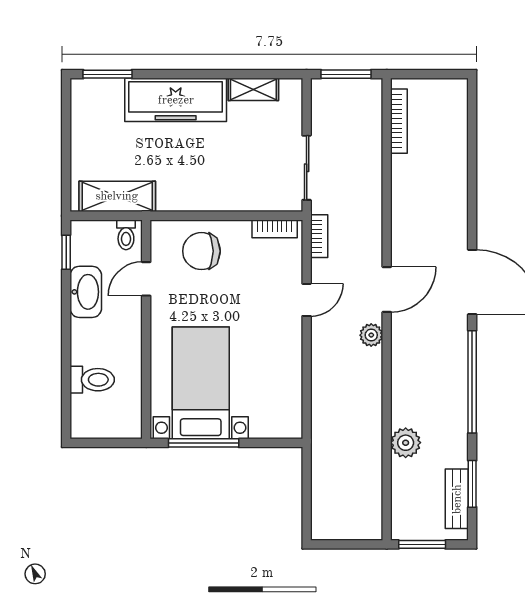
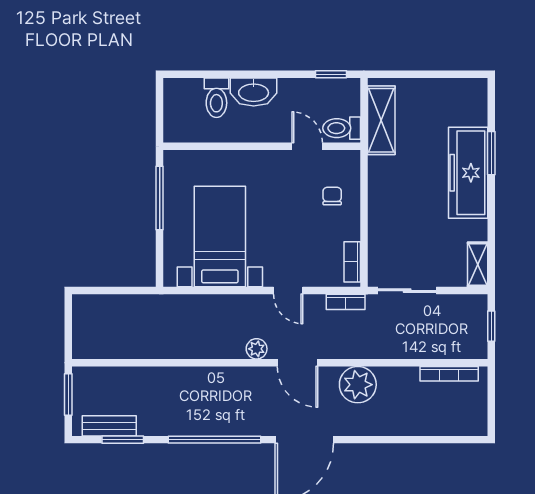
window: (107, 74) -> (491, 153), moved
window: (346, 74) -> (491, 326), width x0.67
shelving: (253, 89) -> (478, 265), moved
toilet: (126, 235) -> (342, 128), width x1.37, depth x1.39
chair: (201, 251) -> (332, 196), width x0.54, depth x0.54
washbasin: (86, 292) -> (254, 92), moved
bed with nightstands: (201, 383) -> (220, 237), moved, turned -90
plant: (406, 443) -> (358, 385), moved, width x1.36, depth x1.36

